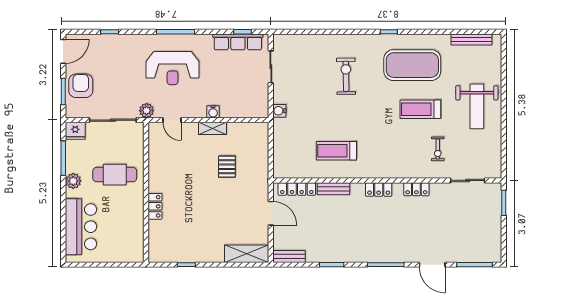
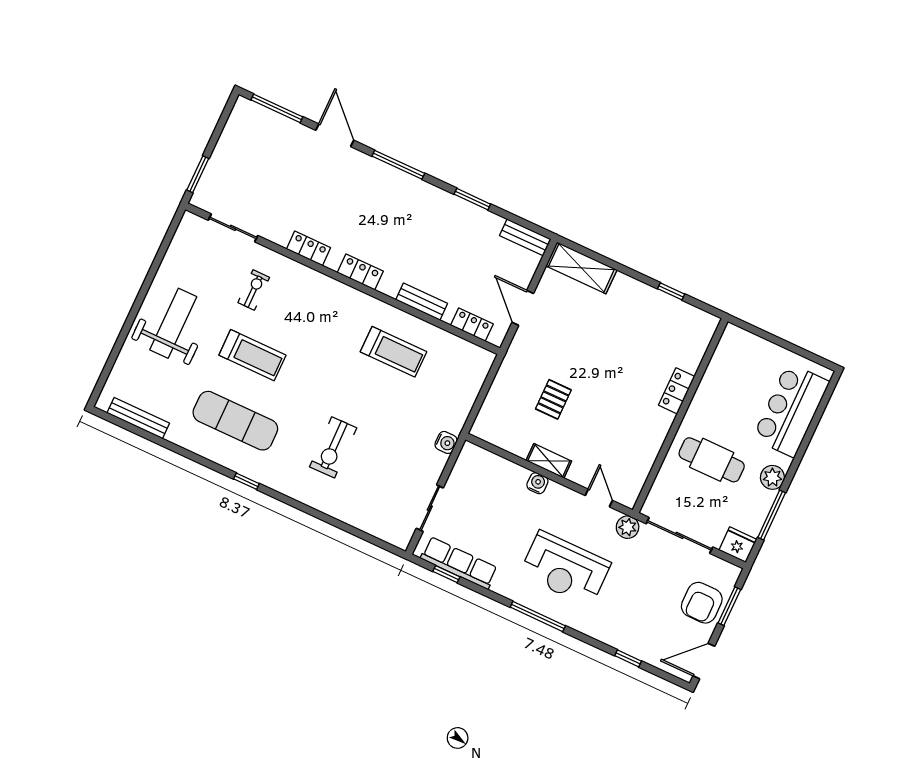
exercise mat: (412, 65) -> (235, 421), width x0.68
reception desk: (172, 68) -> (565, 569), turned 180
locker: (297, 189) -> (472, 325), width x0.66

